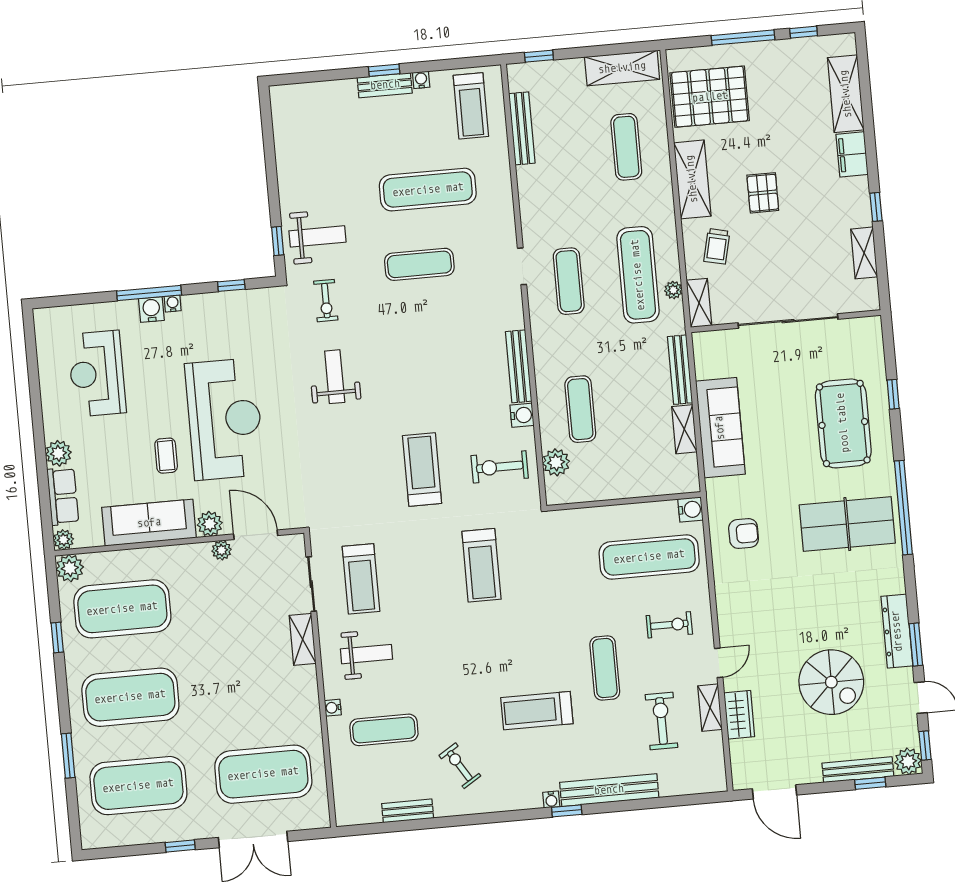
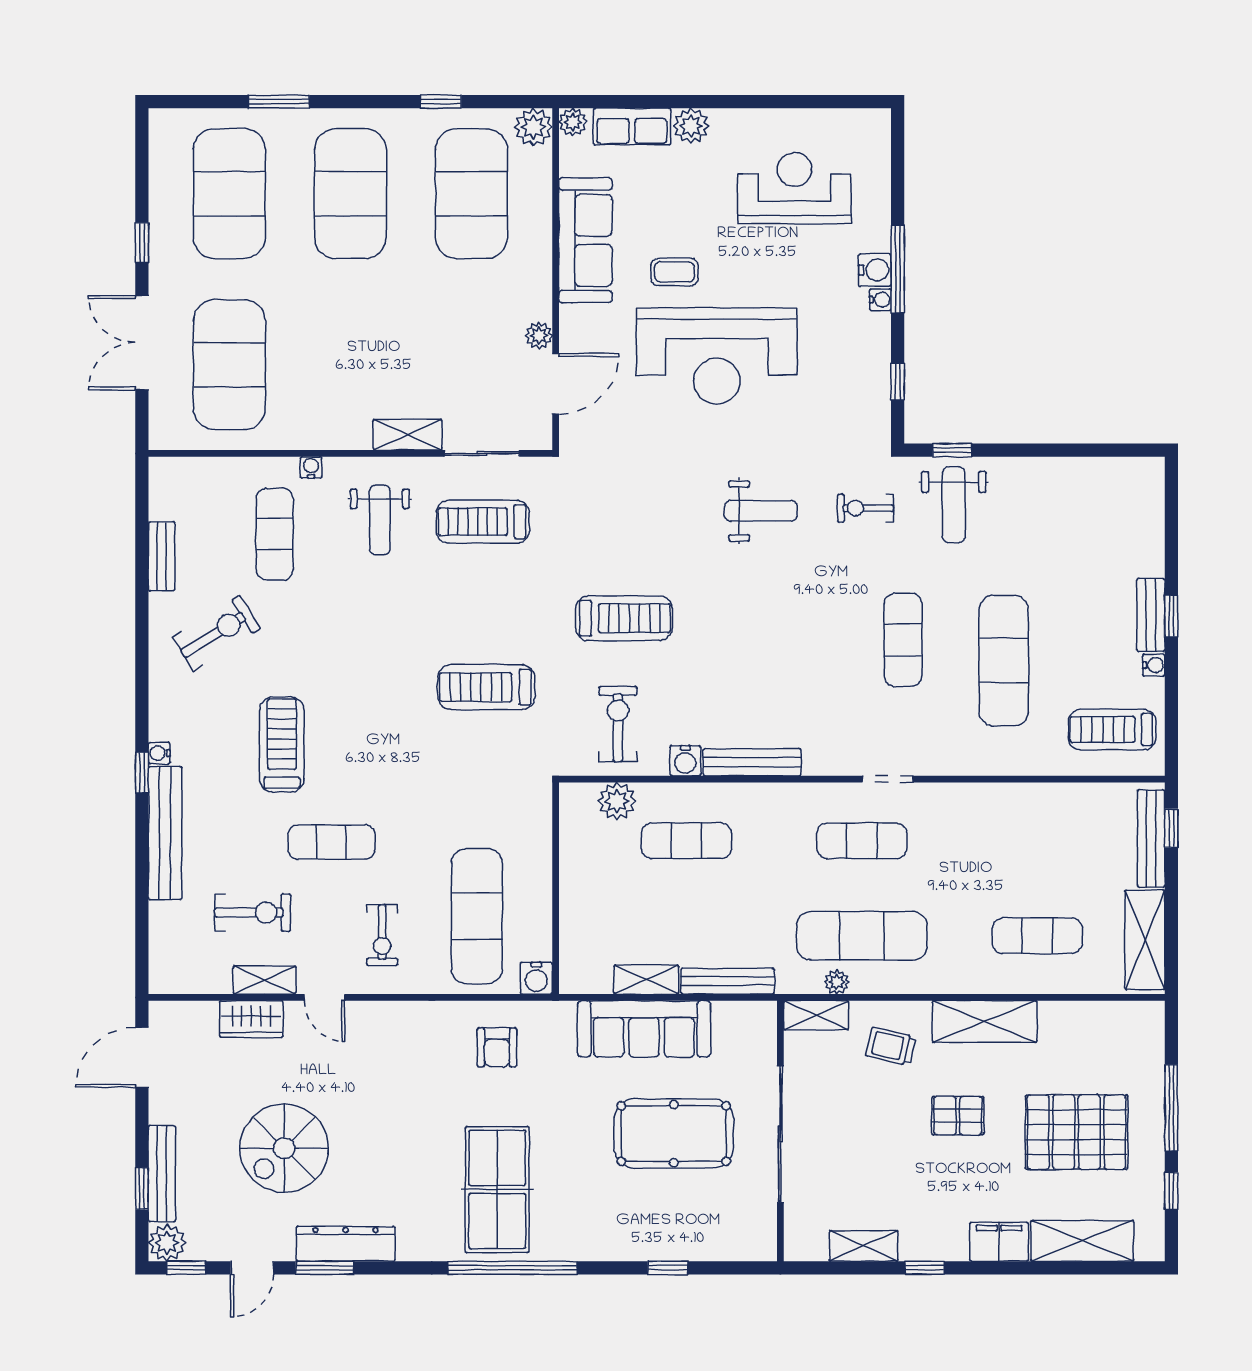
pallet: (710, 97) -> (1076, 1132), moved, turned 90
bench: (522, 128) -> (1151, 838), moved, turned 90
pool table: (843, 423) -> (674, 1134), moved
plant: (210, 524) -> (576, 323), removed
exercise bike: (460, 766) -> (217, 633), width x1.38, depth x1.39

